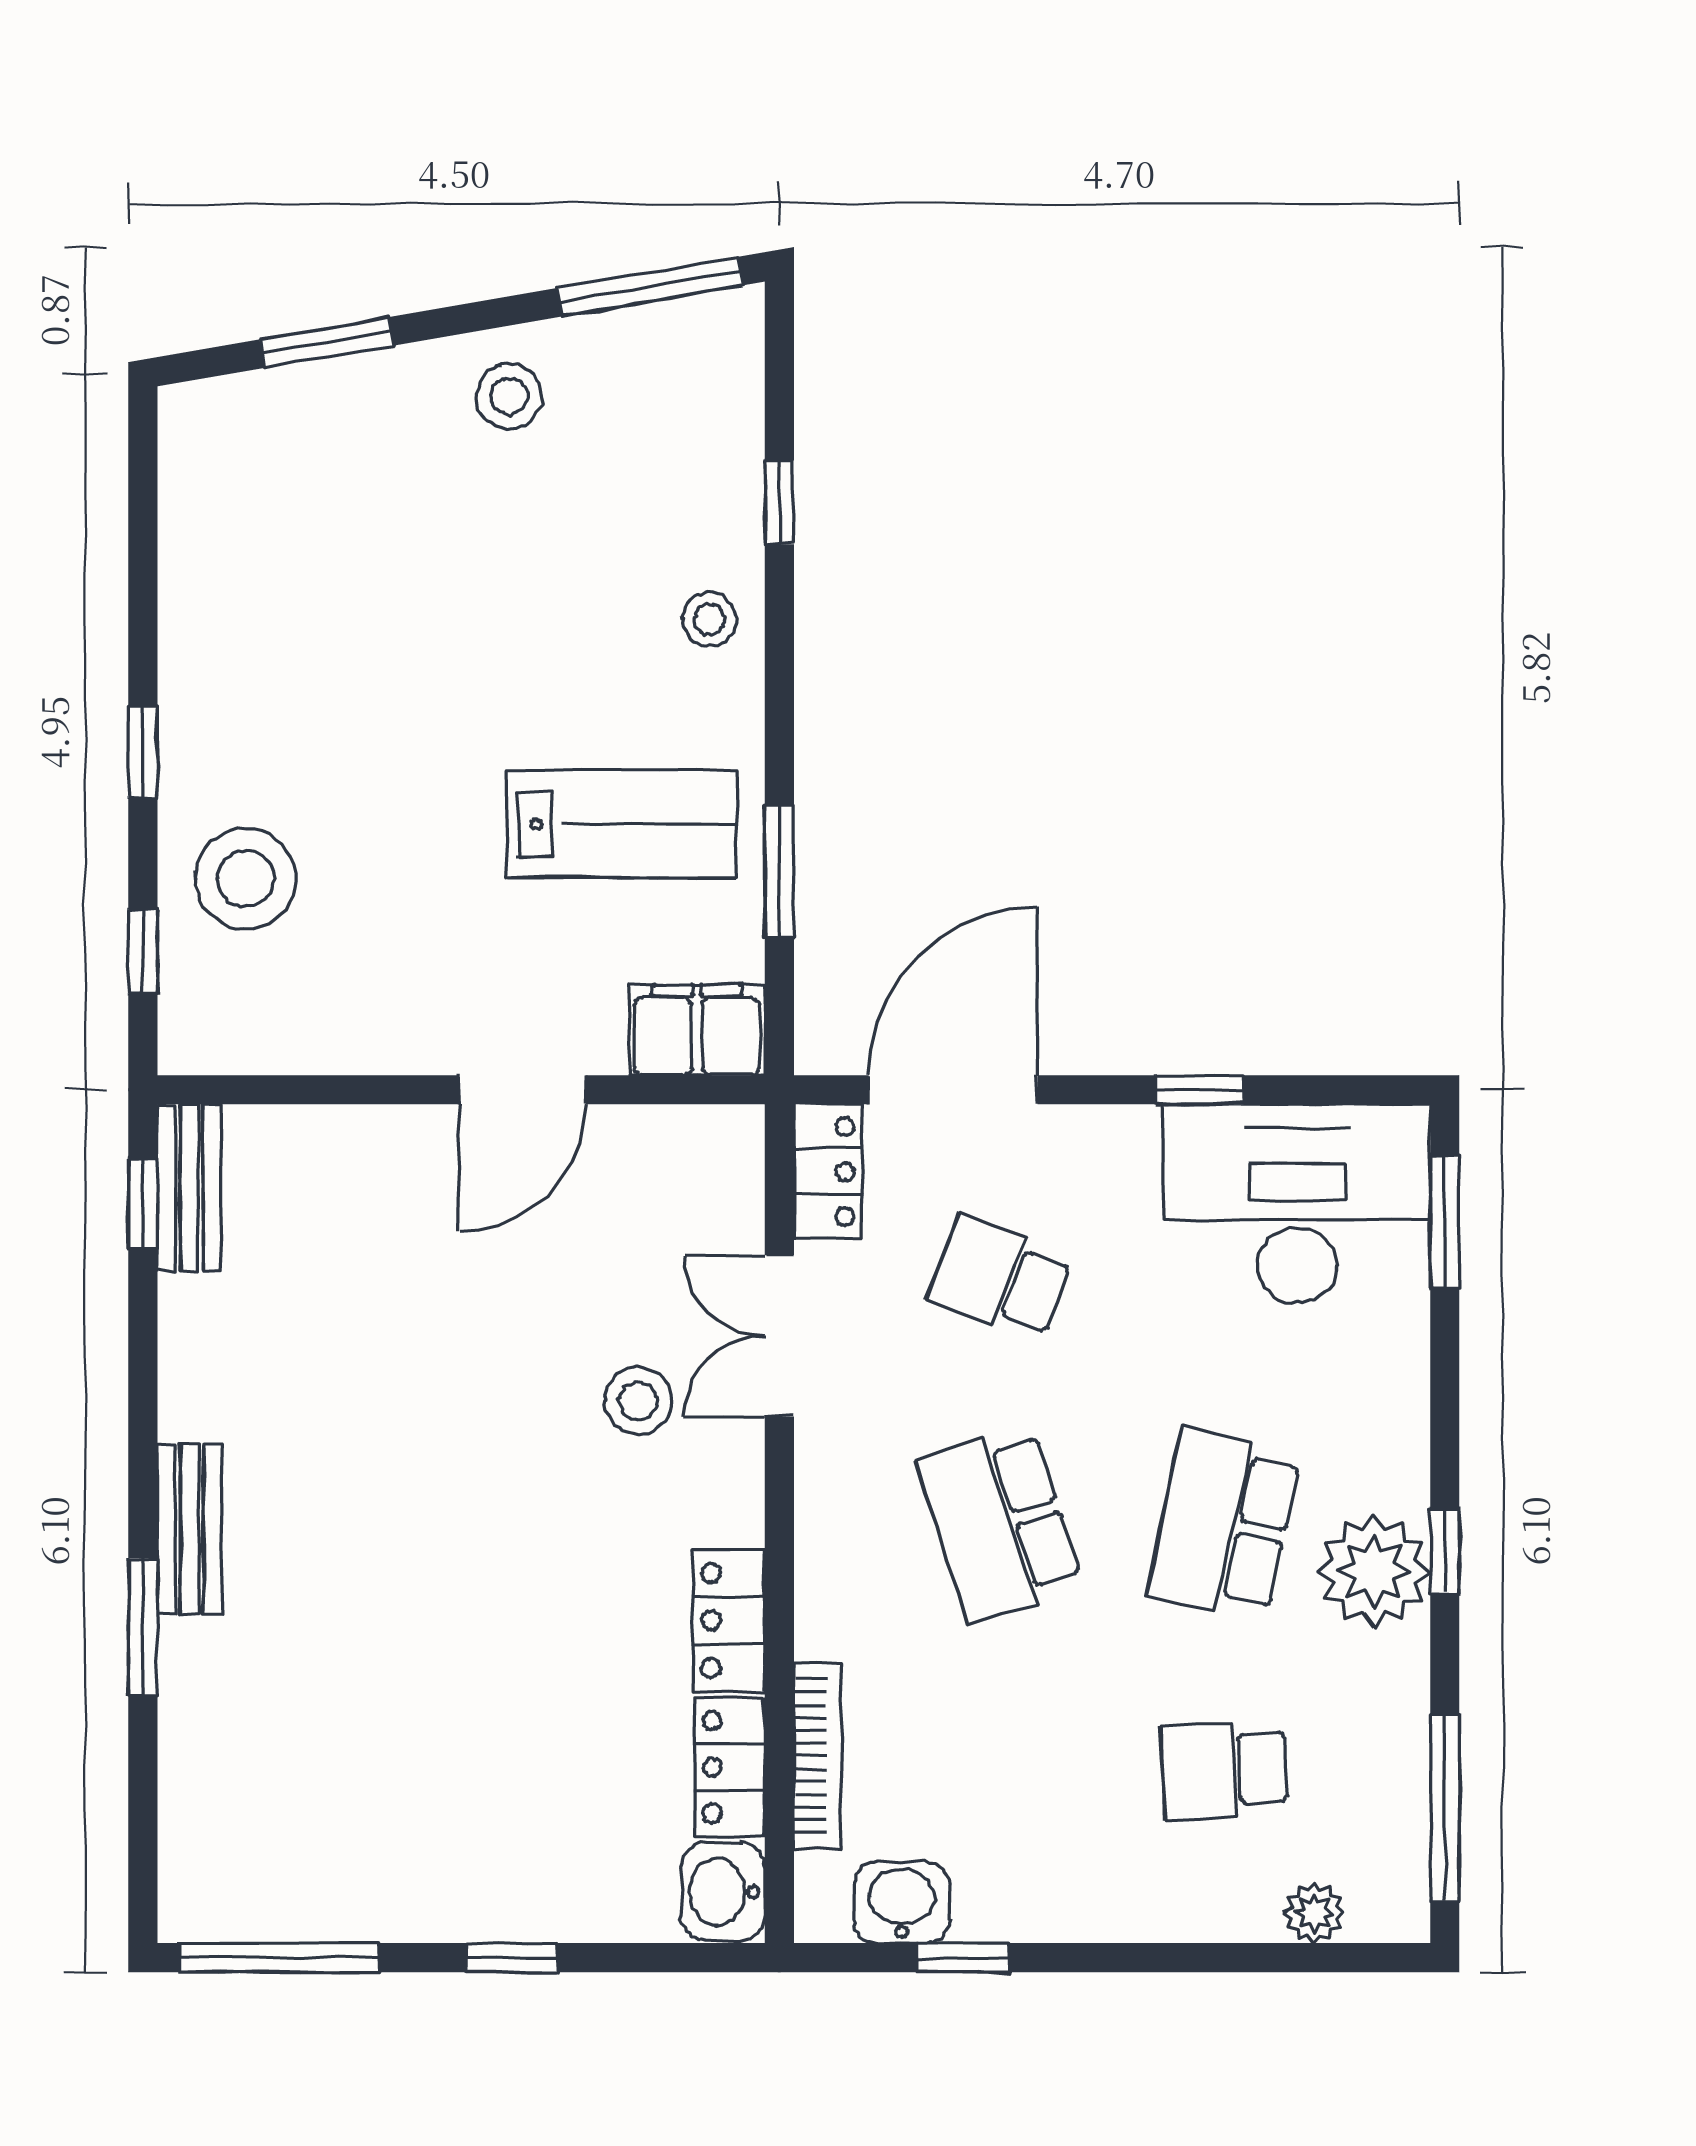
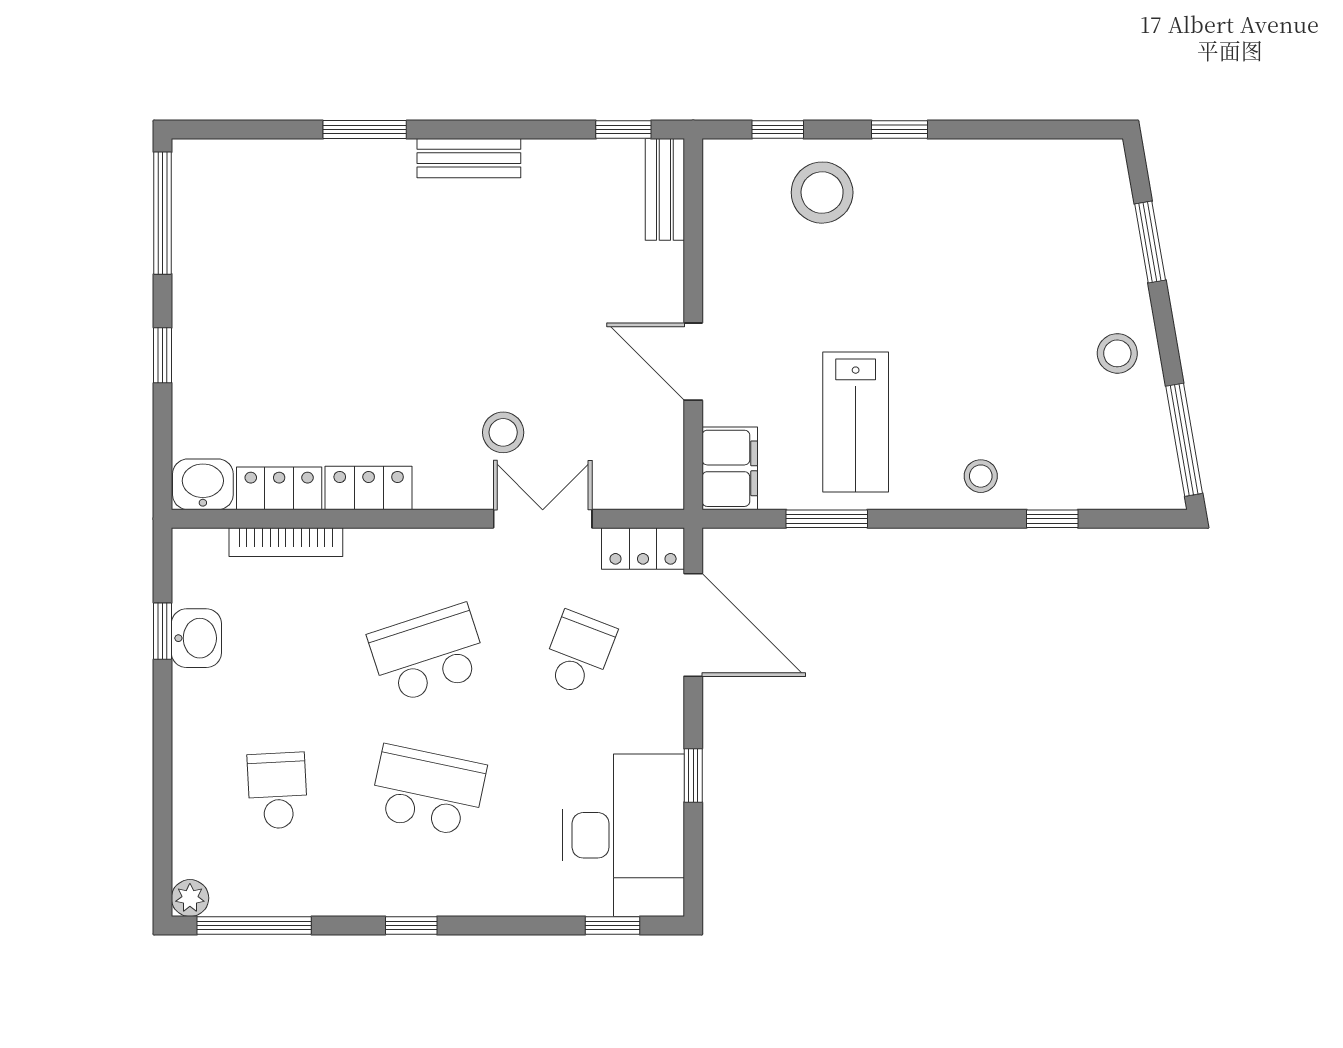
bench: (189, 1188) -> (665, 189), moved, turned 90
window: (1445, 1222) -> (613, 926), width x0.67
bench: (190, 1529) -> (469, 158), moved
plant: (1374, 1571) -> (399, 882), removed
washbasin: (902, 1902) -> (196, 638), moved
plant: (1314, 1913) -> (190, 898), moved

